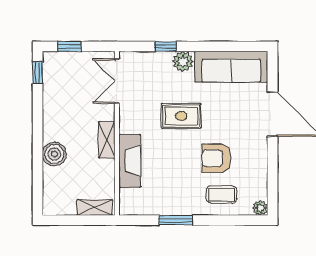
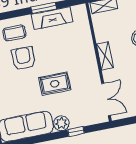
armchair: (216, 158) -> (23, 58), turned -90
fireplace: (130, 161) -> (52, 18), moved, turned -90

